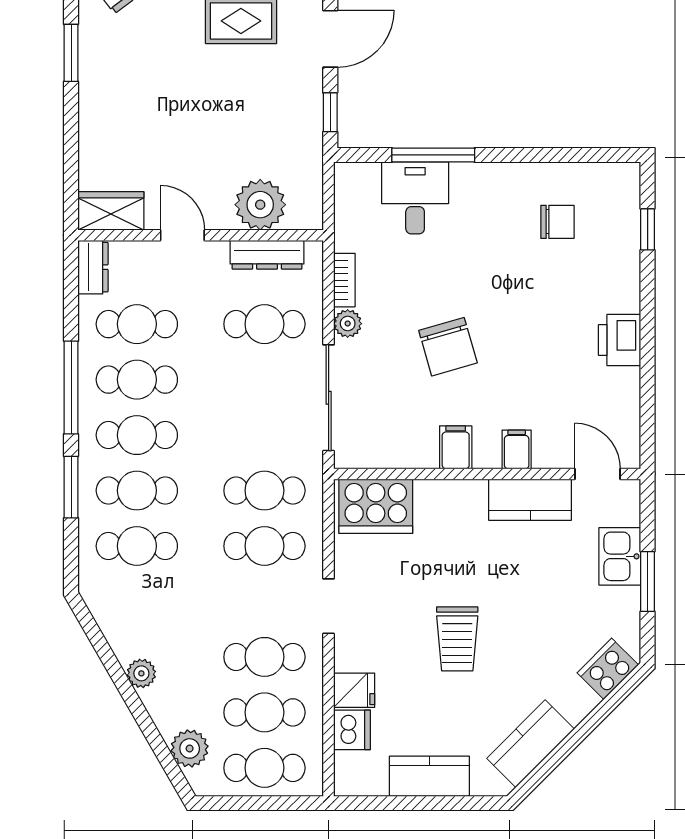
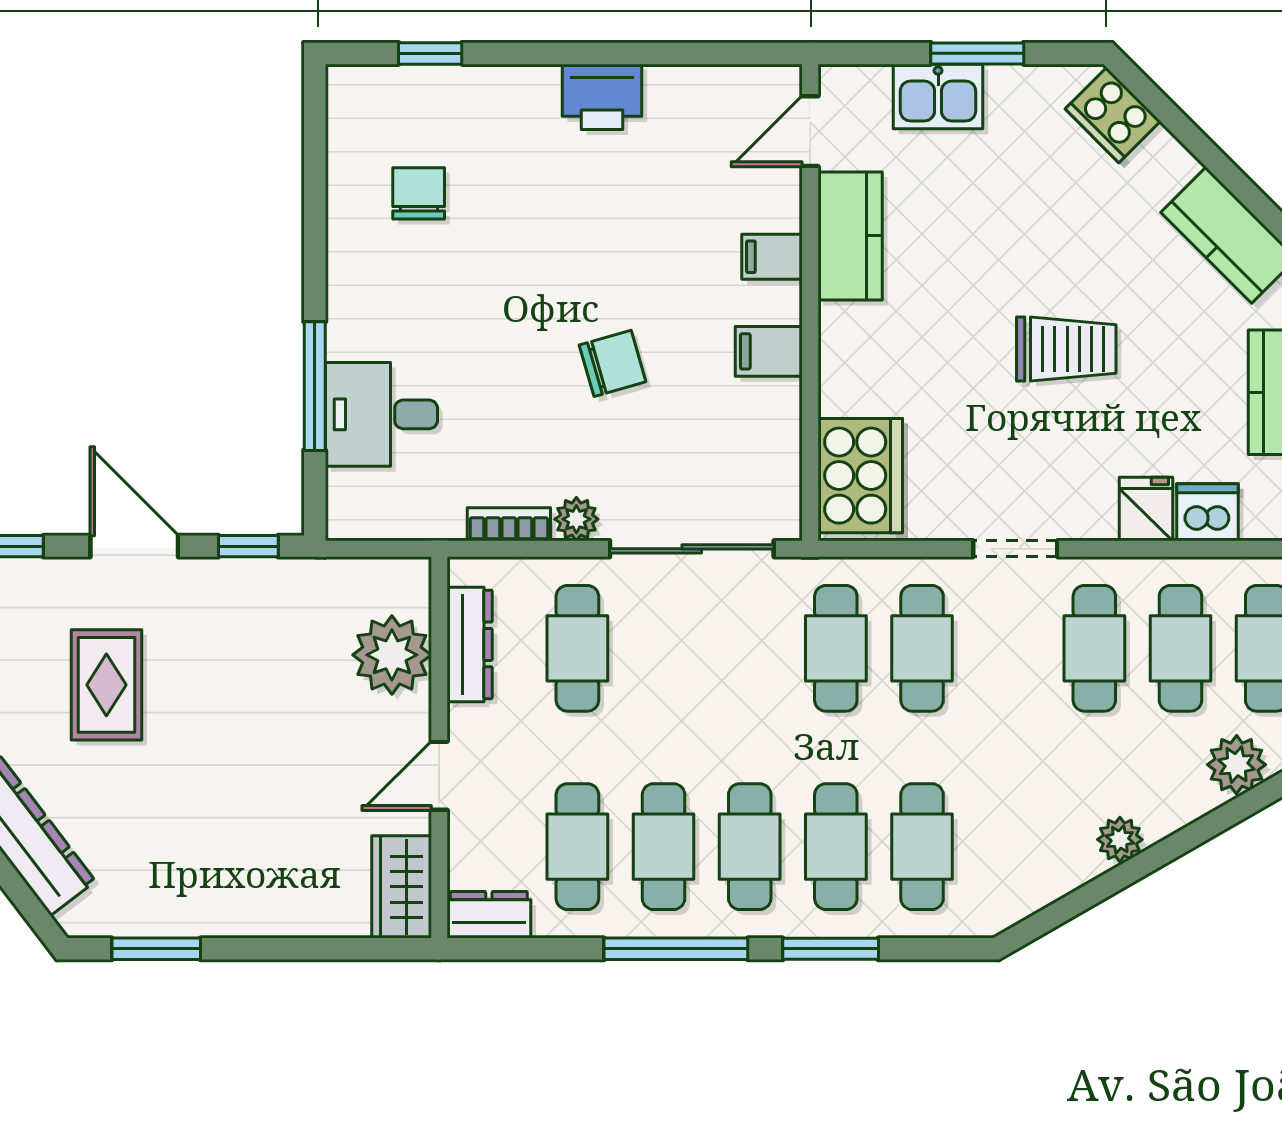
chair: (448, 347) -> (613, 363), width x0.73, depth x0.73

